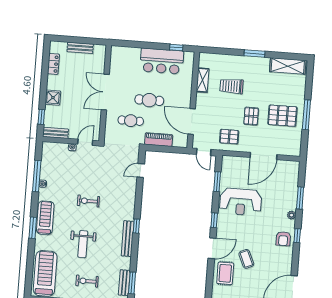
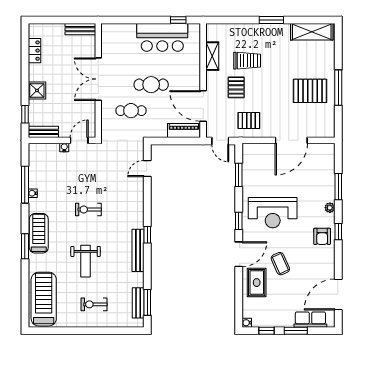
bench: (80, 48) -> (80, 29), moved
trolley: (231, 86) -> (247, 61), turned 180
pallet: (251, 116) -> (236, 87), moved
piano: (159, 140) -> (184, 130), moved
reception desk: (241, 202) -> (273, 213), moved

